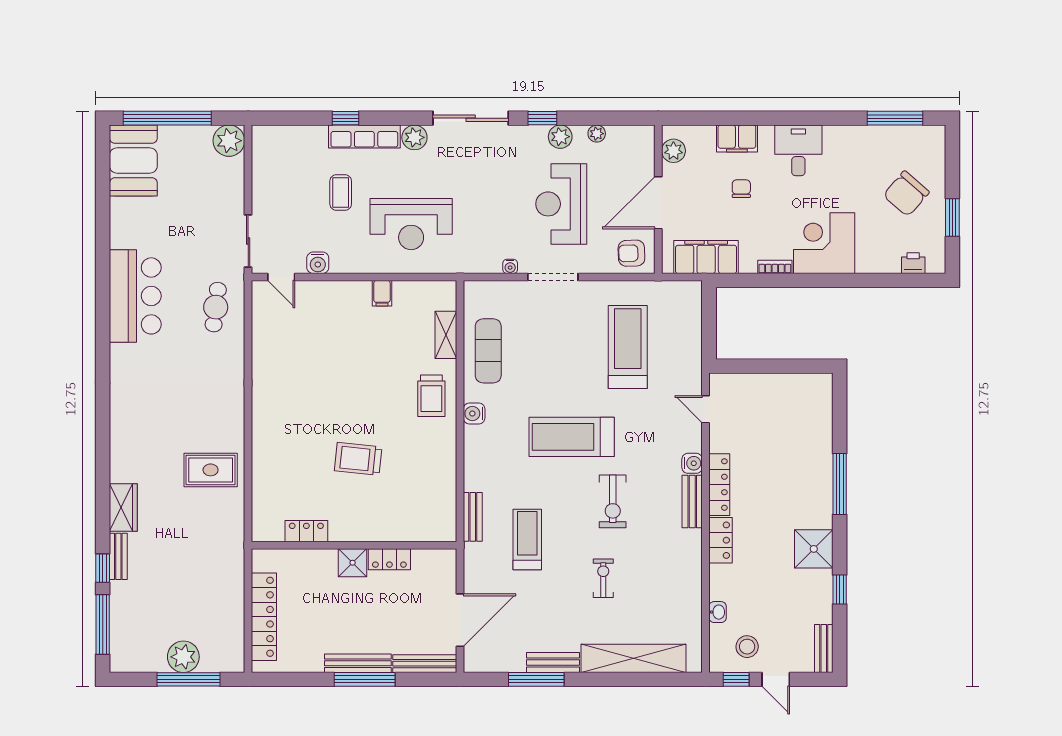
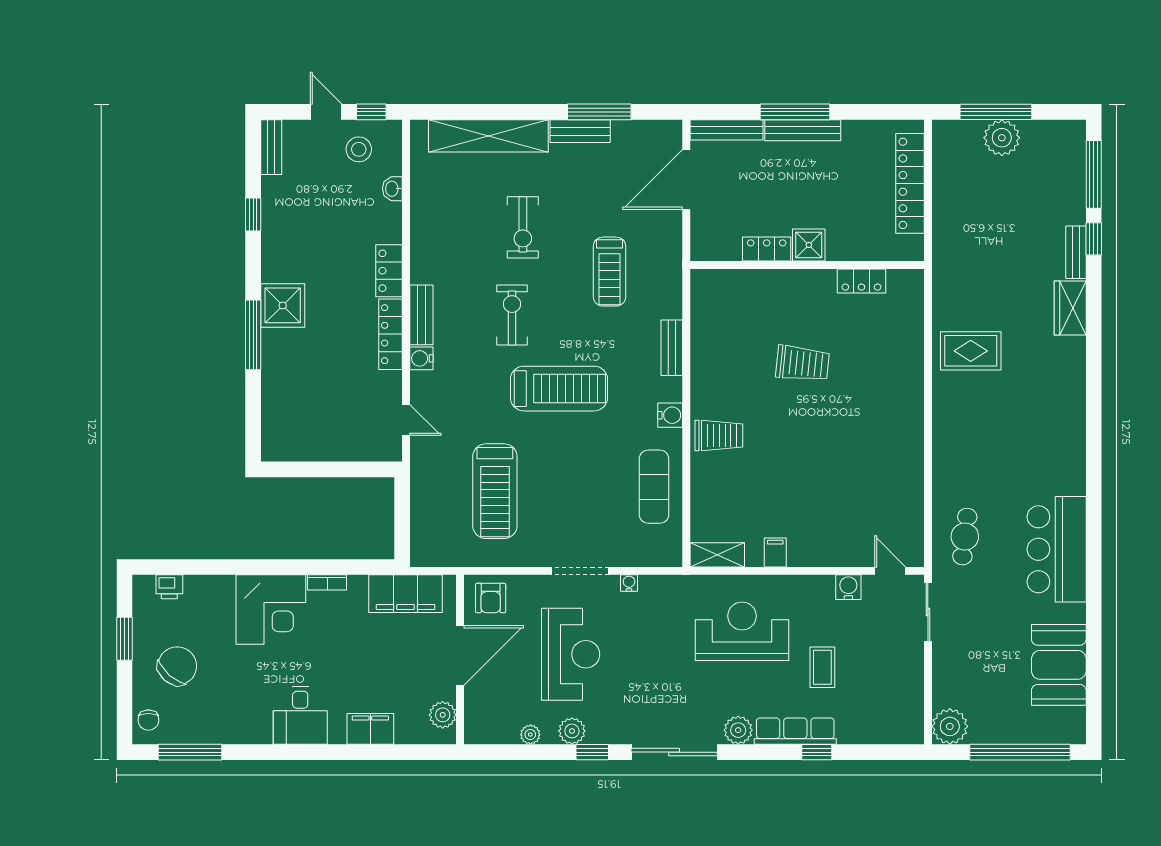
booth: (133, 160) -> (1059, 665), moved
chair: (741, 189) -> (148, 720), moved
armchair: (631, 253) -> (491, 598), turned 92
shelving: (446, 335) -> (717, 555), moved, turned 90
trolley: (431, 396) -> (719, 435), turned 90
bench: (473, 517) -> (672, 348), moved
shower: (814, 549) -> (283, 305), moved
exercise bike: (603, 578) -> (523, 227), width x1.38, depth x1.39

